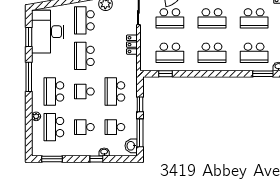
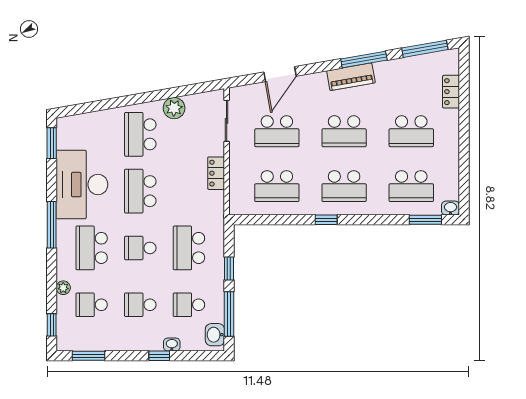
desk: (48, 32) -> (82, 185), moved
window: (29, 37) -> (52, 143), moved
window: (166, 74) -> (326, 220), moved
school desk: (54, 127) -> (92, 305), width x0.54
window: (29, 140) -> (52, 325), added

